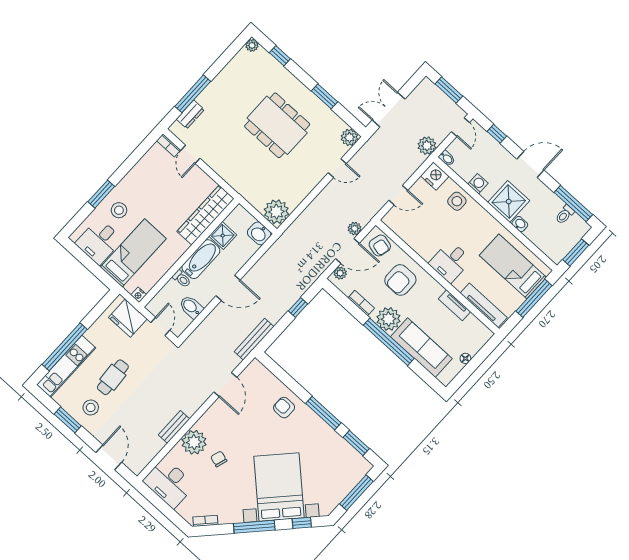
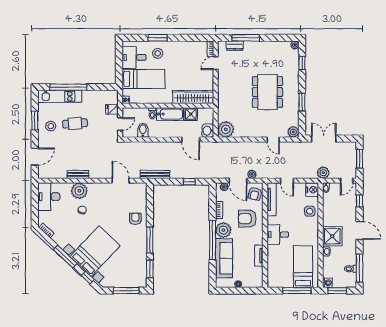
washing machine: (478, 184) -> (327, 283), moved
door: (228, 288) -> (191, 140), moved
tv unit: (484, 305) -> (272, 199), moved
fridge: (128, 318) -> (112, 109), width x0.53, depth x0.75
door: (225, 385) -> (121, 181), swing flipped

